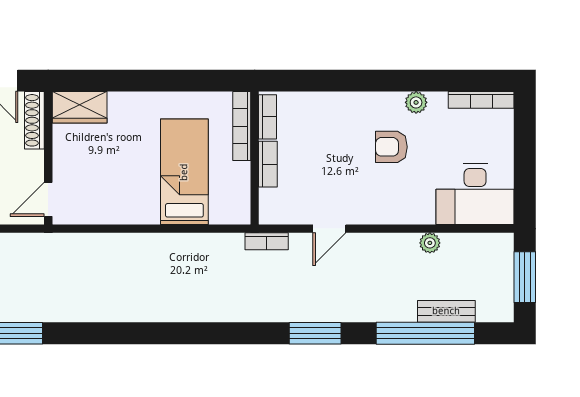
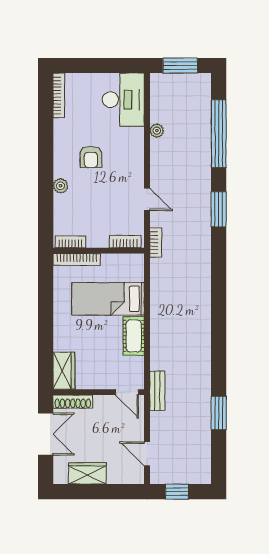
plant: (416, 102) -> (61, 186), moved
bookcase: (268, 164) -> (125, 242), moved
cot: (130, 209) -> (134, 336), added
bench: (446, 311) -> (157, 391), moved

